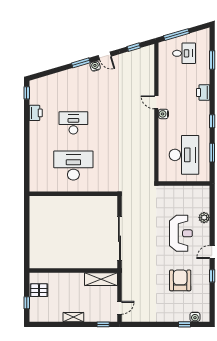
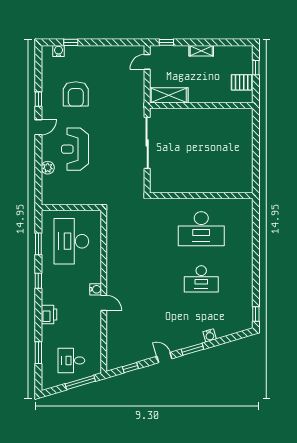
water cooler: (95, 66) -> (210, 335), moved
printer: (36, 113) -> (245, 290), removed

